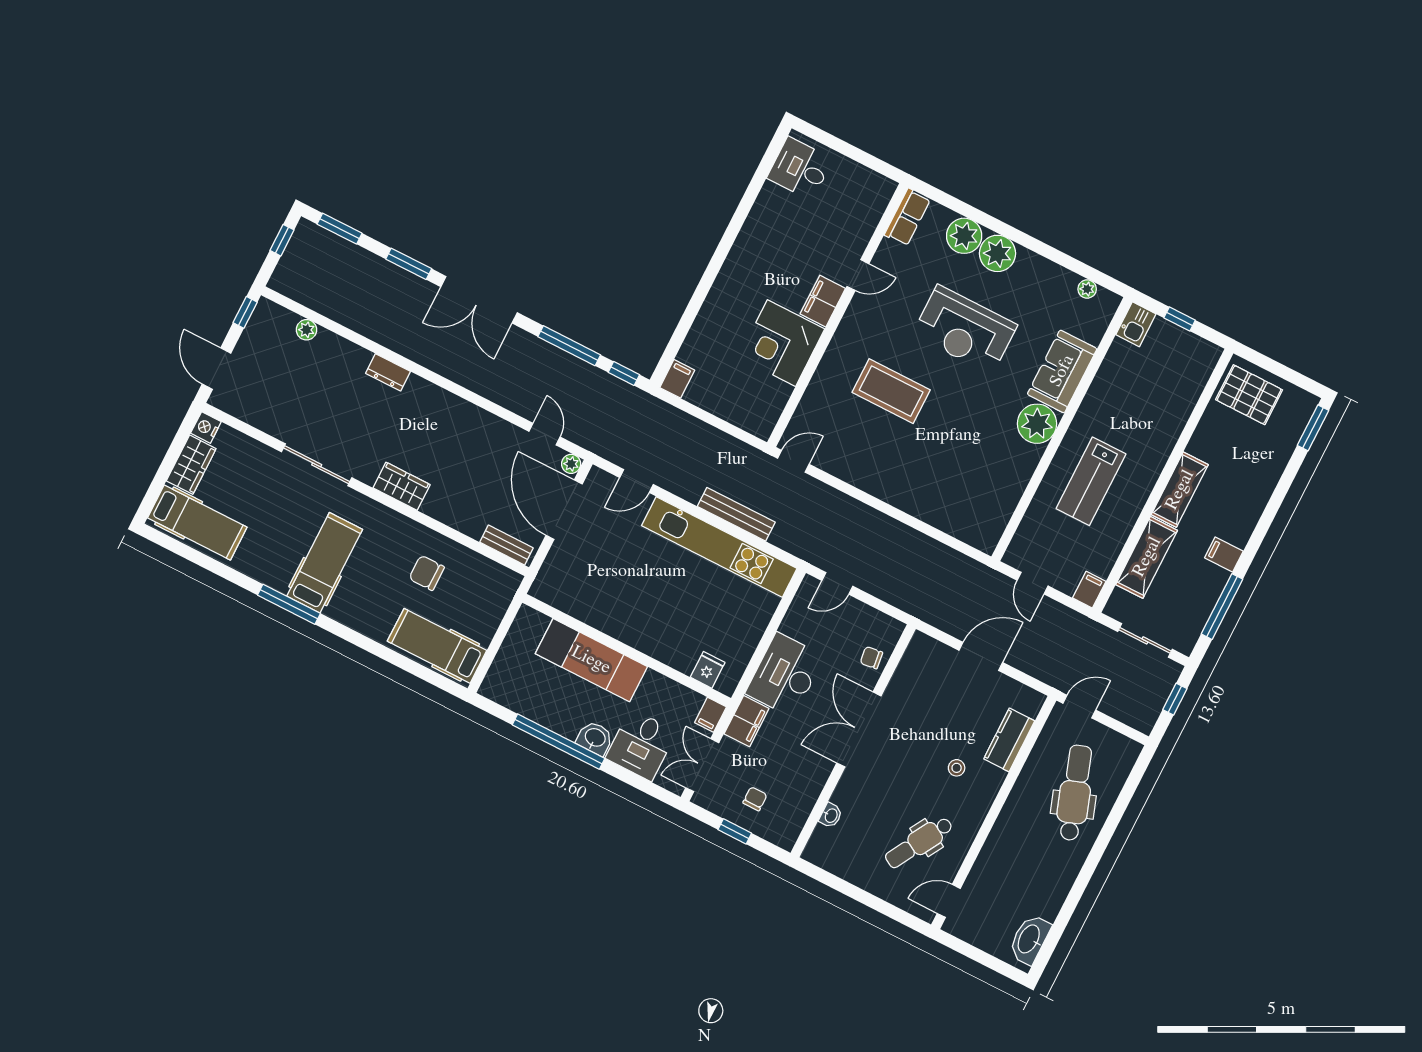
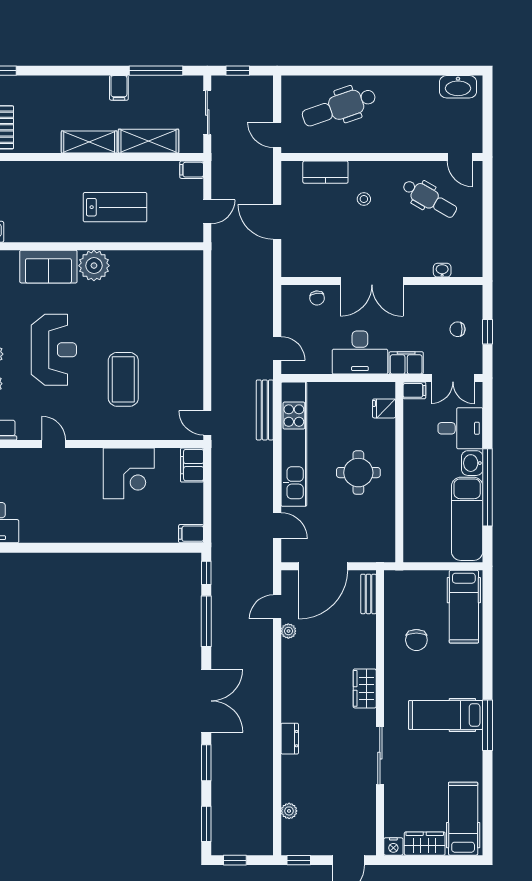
filing cabinet: (823, 301) -> (192, 465), moved, turned 90
plant: (571, 464) -> (288, 631), moved
bench: (736, 514) -> (265, 410), moved
round table: (650, 604) -> (358, 473), added
exam couch: (591, 660) -> (467, 519), moved, turned 180

